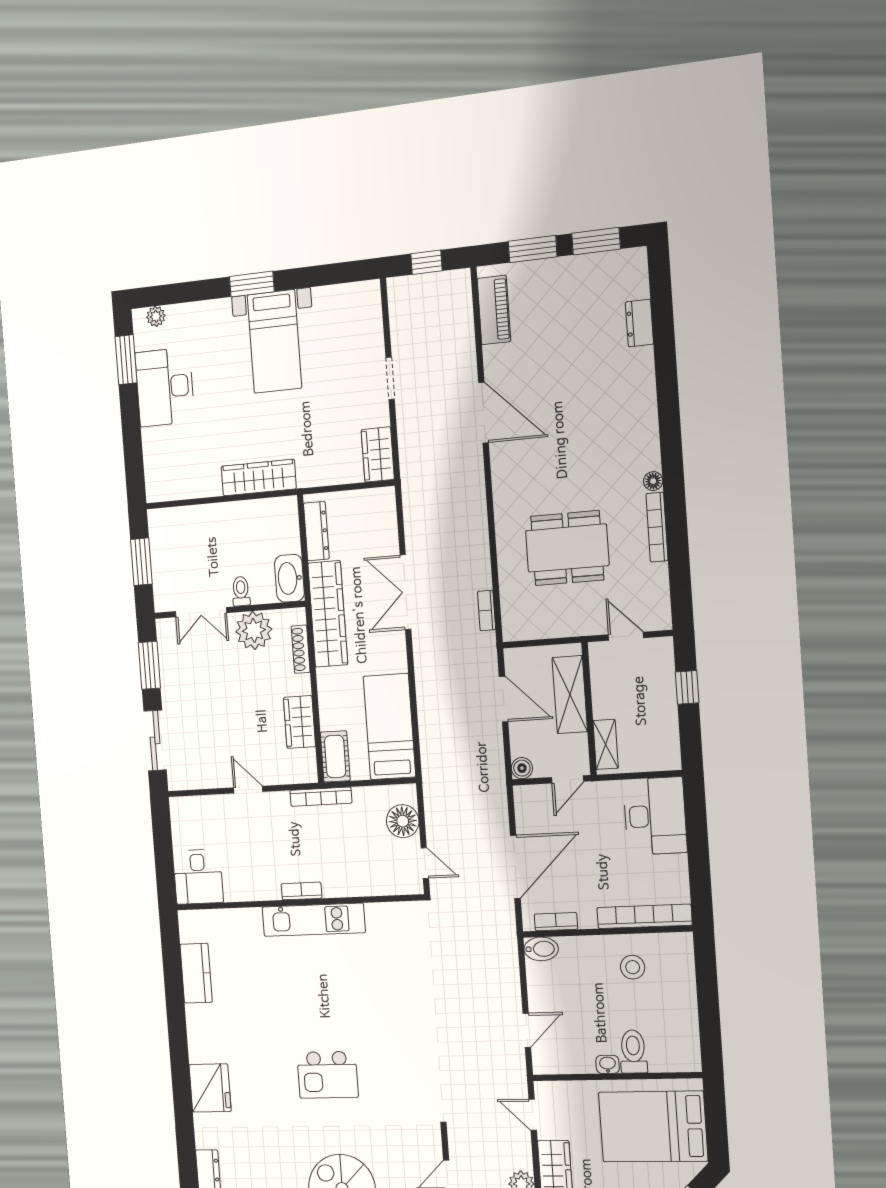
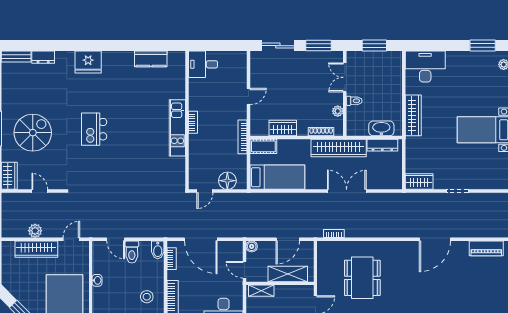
desk: (165, 387) -> (425, 66), moved
washbasin: (289, 578) -> (381, 128), moved
plant: (254, 630) -> (338, 111), width x0.53, depth x0.53
toilet: (633, 1052) -> (132, 252), moved, turned 90

